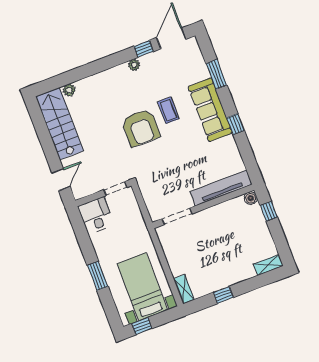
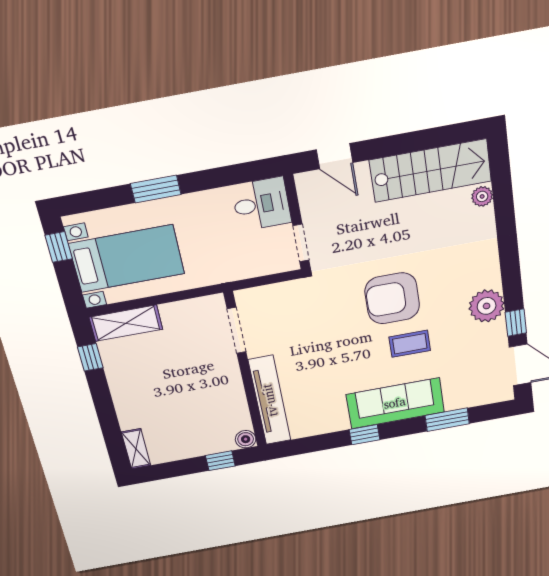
plant: (134, 65) -> (487, 306), width x1.88, depth x1.88
shelving: (184, 289) -> (126, 323), width x1.50, depth x1.33
window: (223, 295) -> (90, 357), moved

